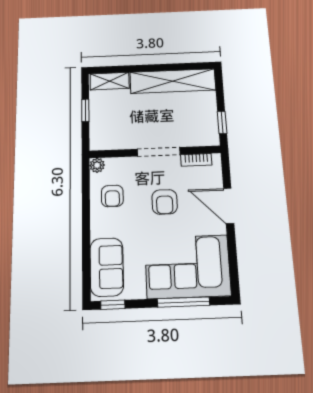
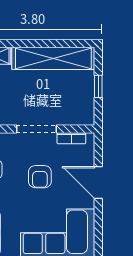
window: (222, 122) -> (98, 86), moved

